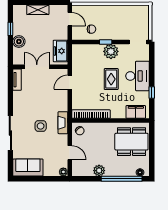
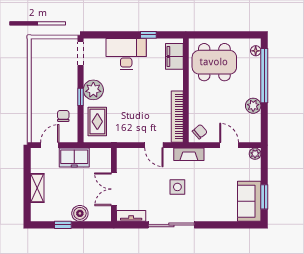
freezer: (61, 51) -> (74, 158), moved
rug: (111, 79) -> (97, 122), moved, turned 90
door: (70, 82) -> (154, 145), moved
side table: (41, 126) -> (177, 187), moved
sliding door: (10, 133) -> (171, 225), moved
dining table: (131, 142) -> (214, 62), turned 90
door: (70, 153) -> (229, 145), hinge flipped
window: (31, 179) -> (264, 197), added

